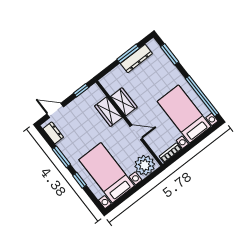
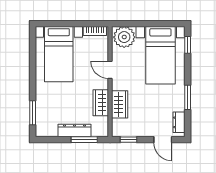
window: (128, 54) -> (84, 140), moved
dresser: (136, 59) -> (75, 130), moved
window: (202, 96) -> (33, 57), removed
window: (80, 180) -> (188, 45), moved

